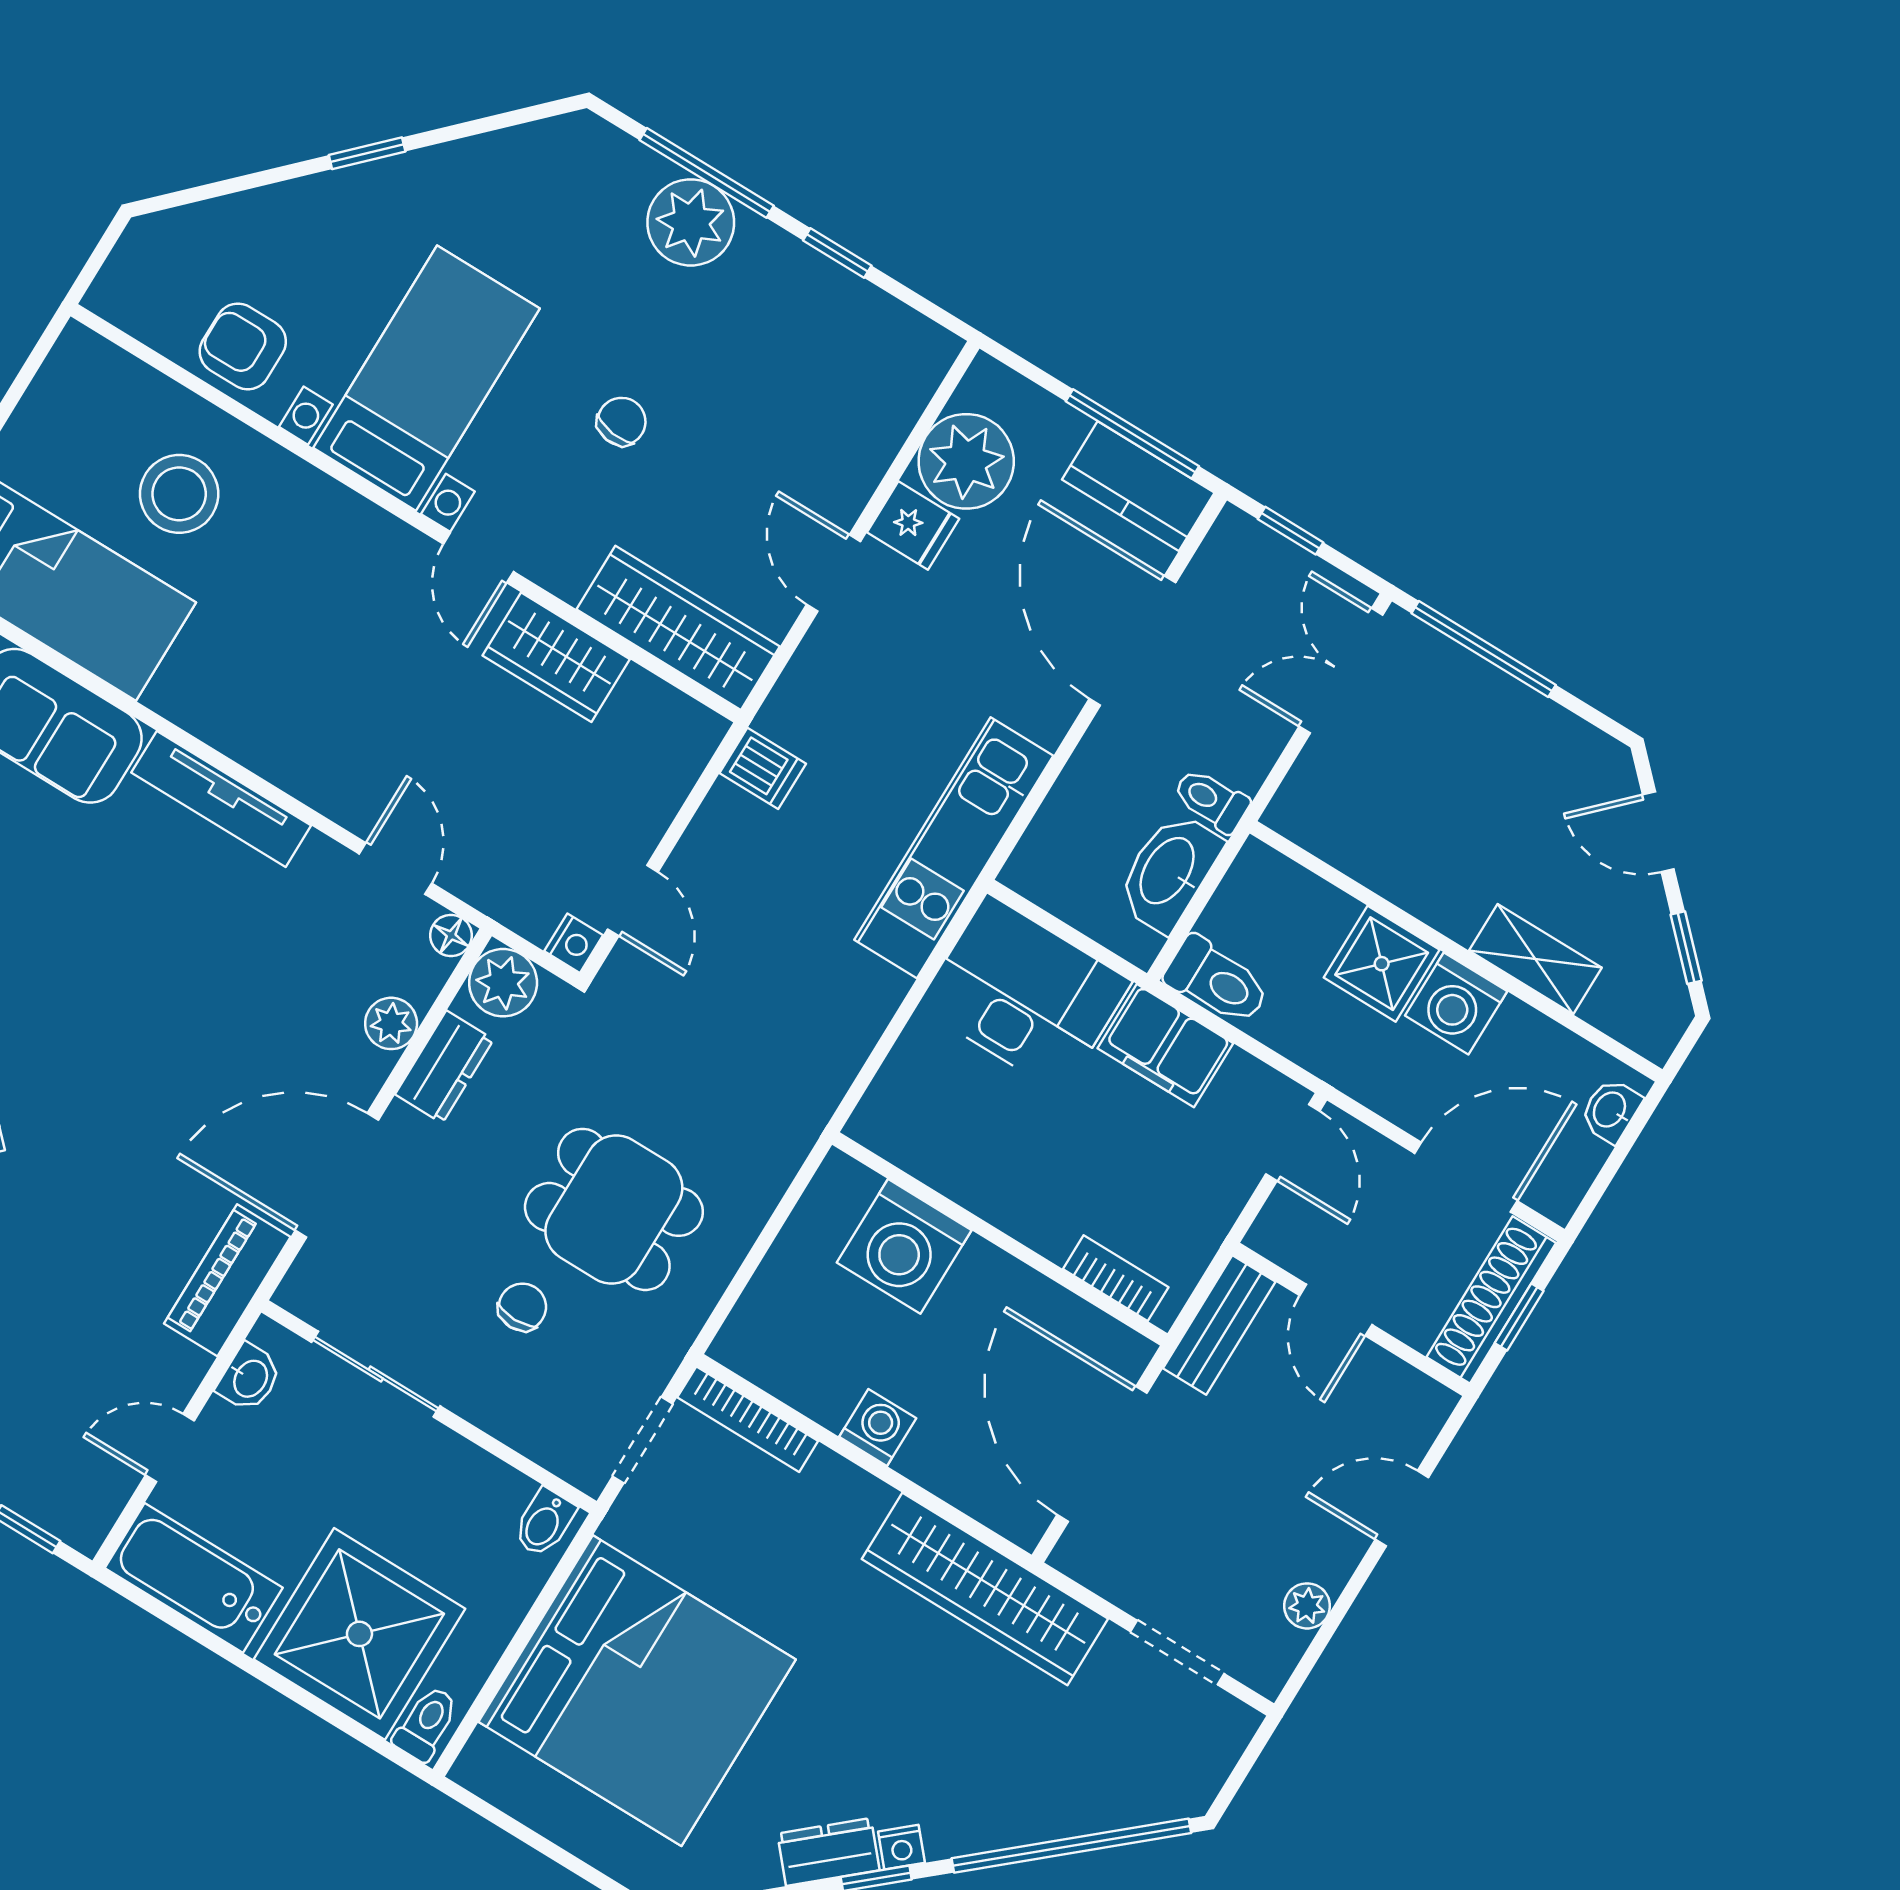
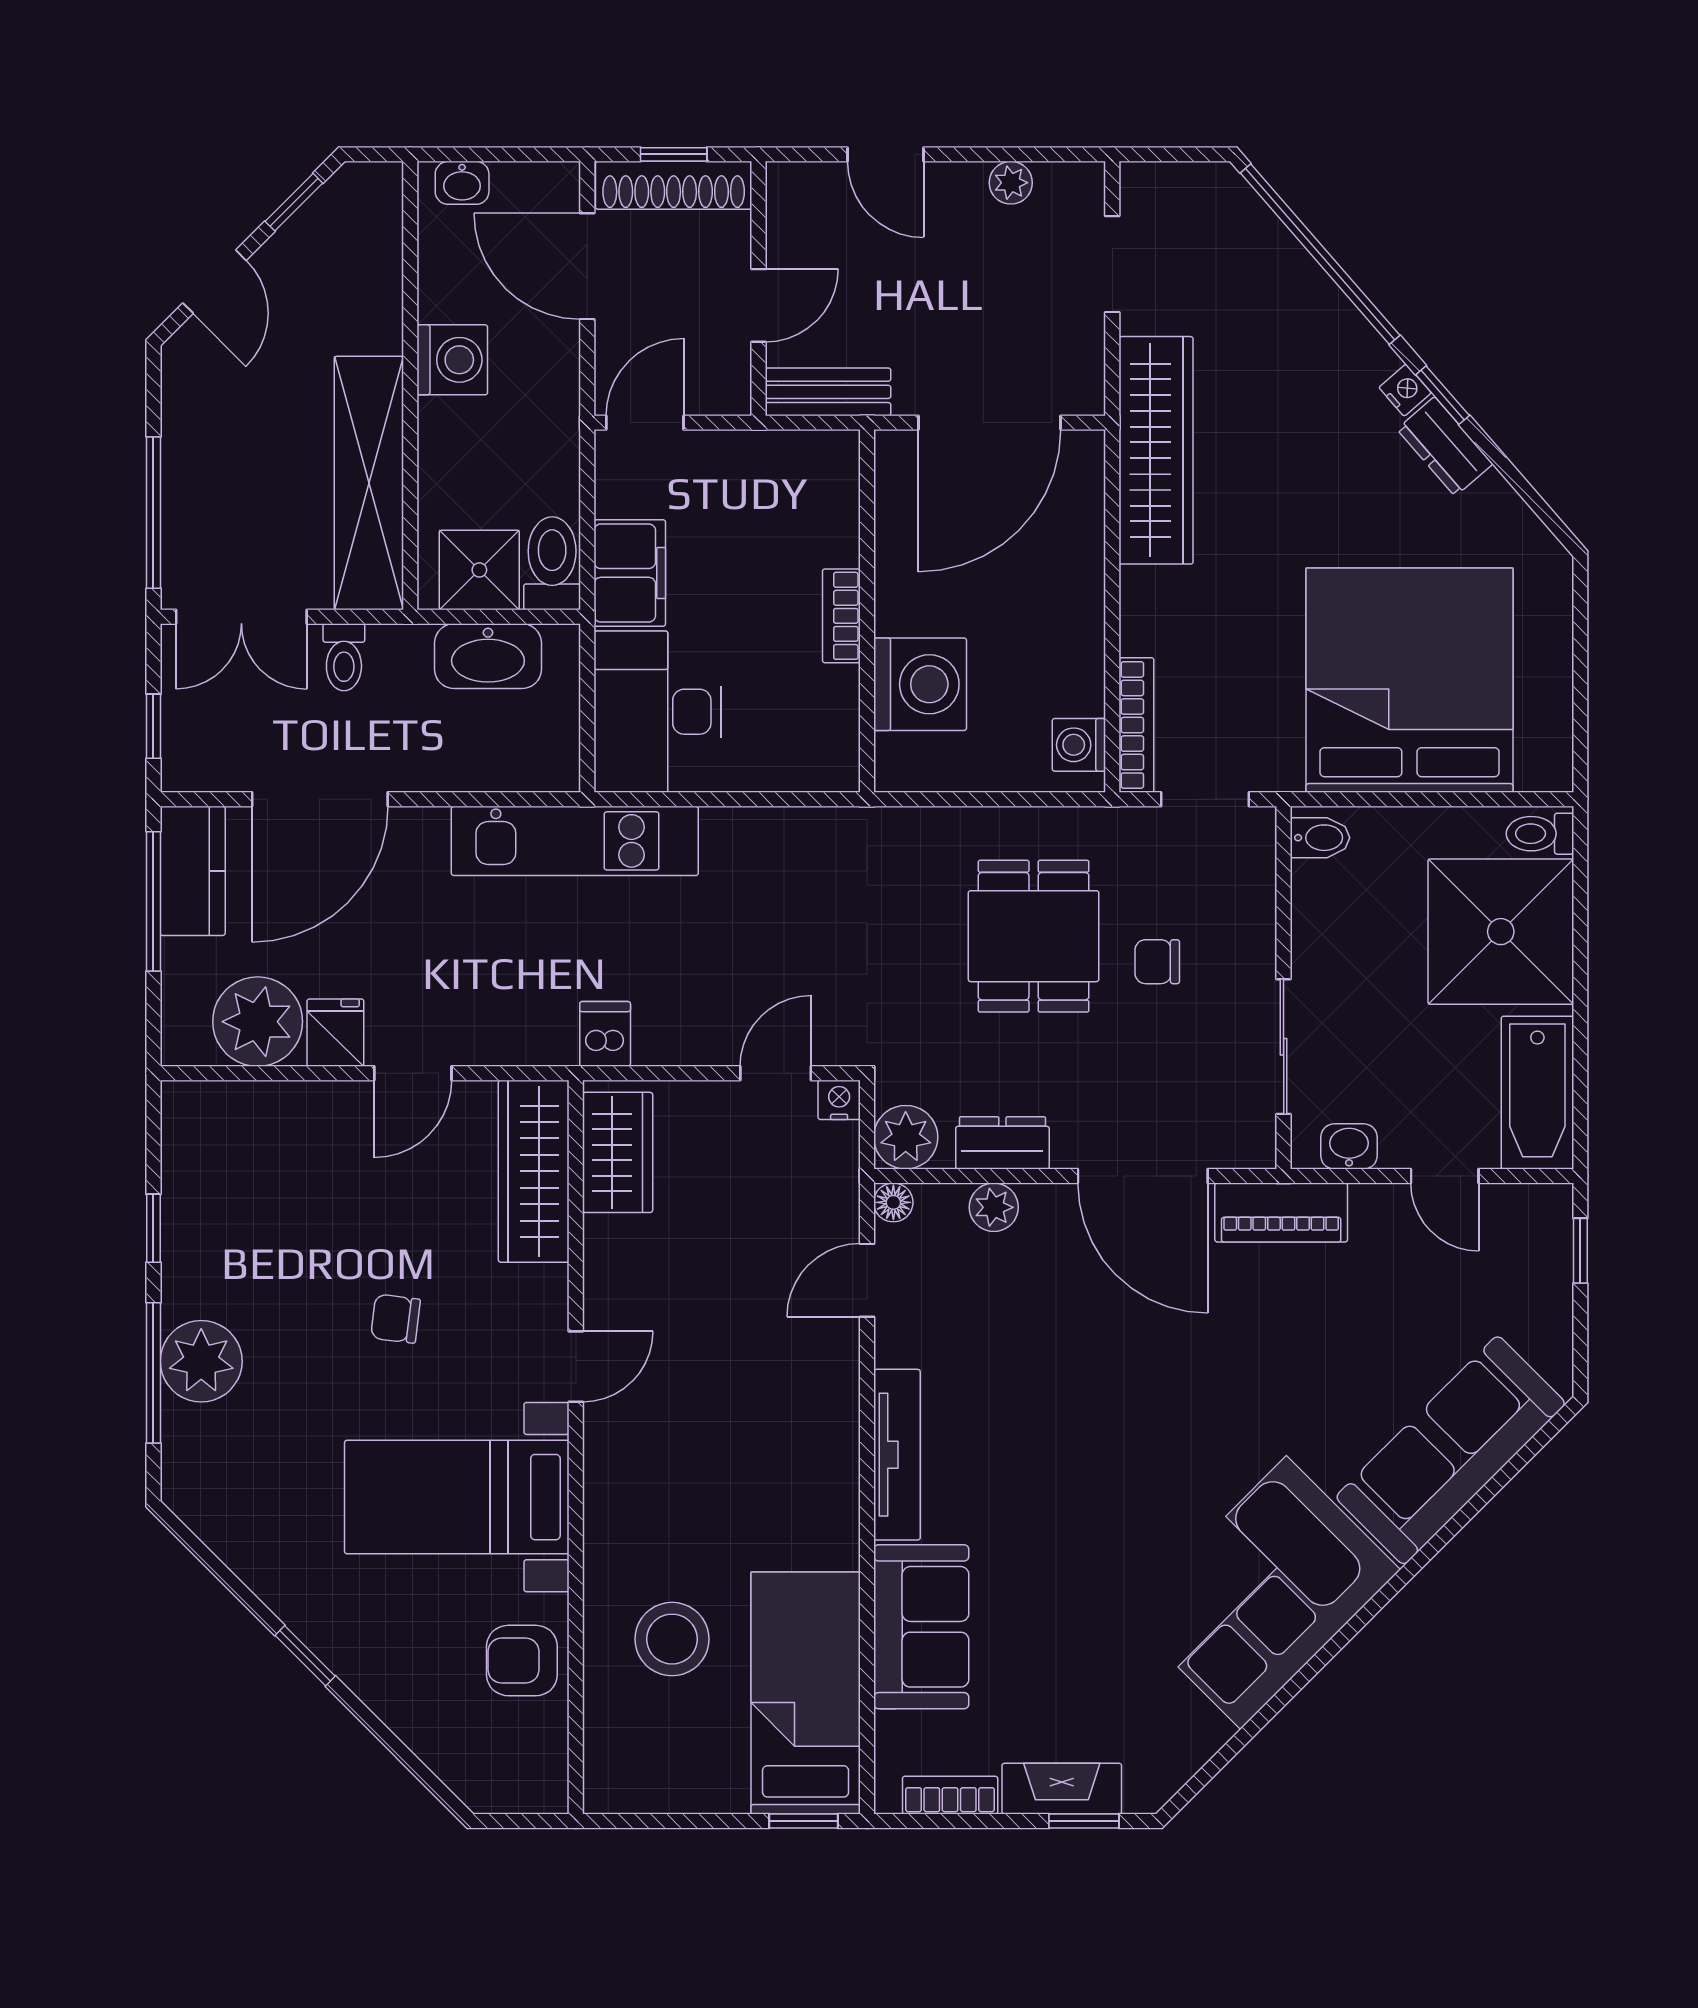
armchair: (243, 346) -> (522, 1661), turned 90
wardrobe: (556, 657) -> (618, 1152), moved
toilet: (1211, 800) -> (344, 657), moved
shelving: (1535, 959) -> (369, 483), moved, width x2.20, depth x1.33
shower: (1382, 964) -> (479, 570), moved
bookcase: (1116, 1278) -> (841, 616), moved
washing machine: (878, 1427) -> (1079, 745), moved

